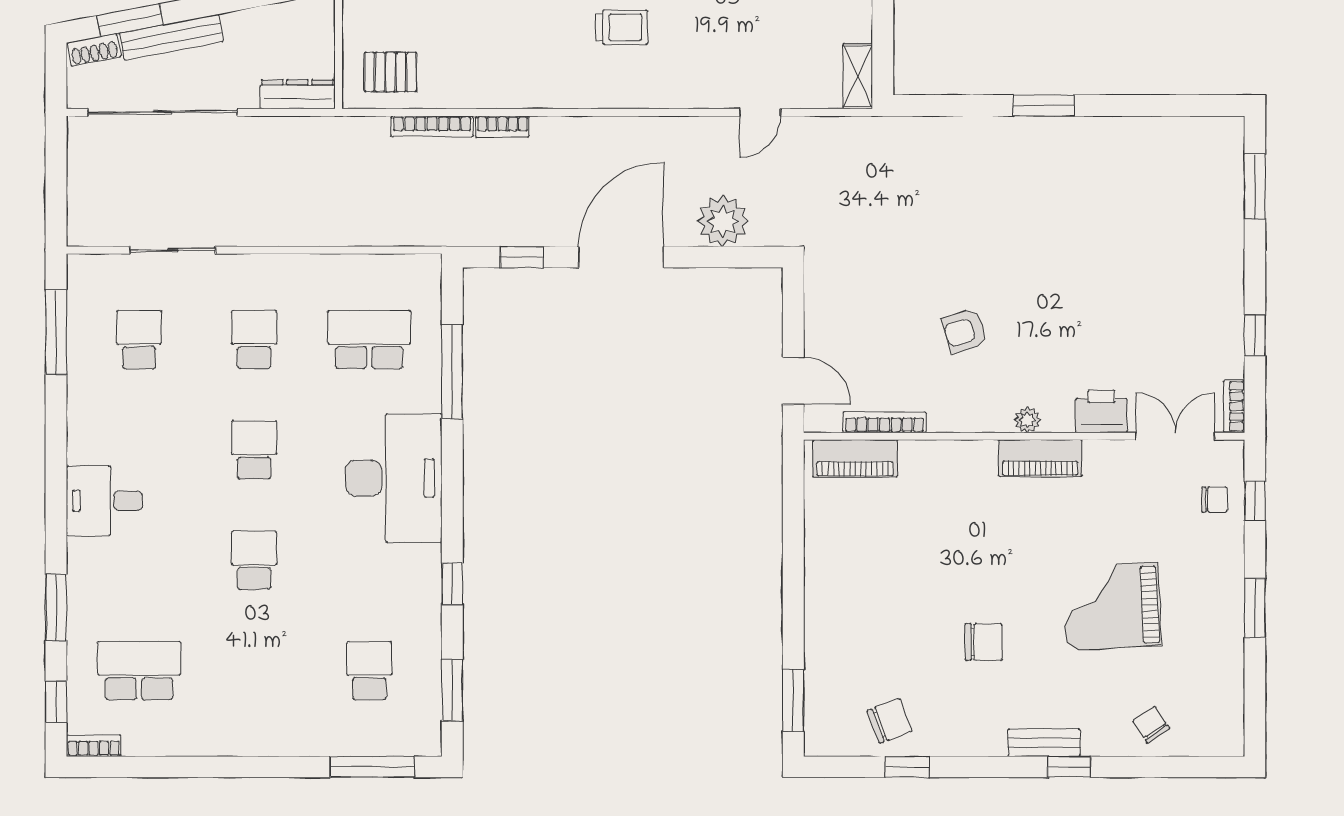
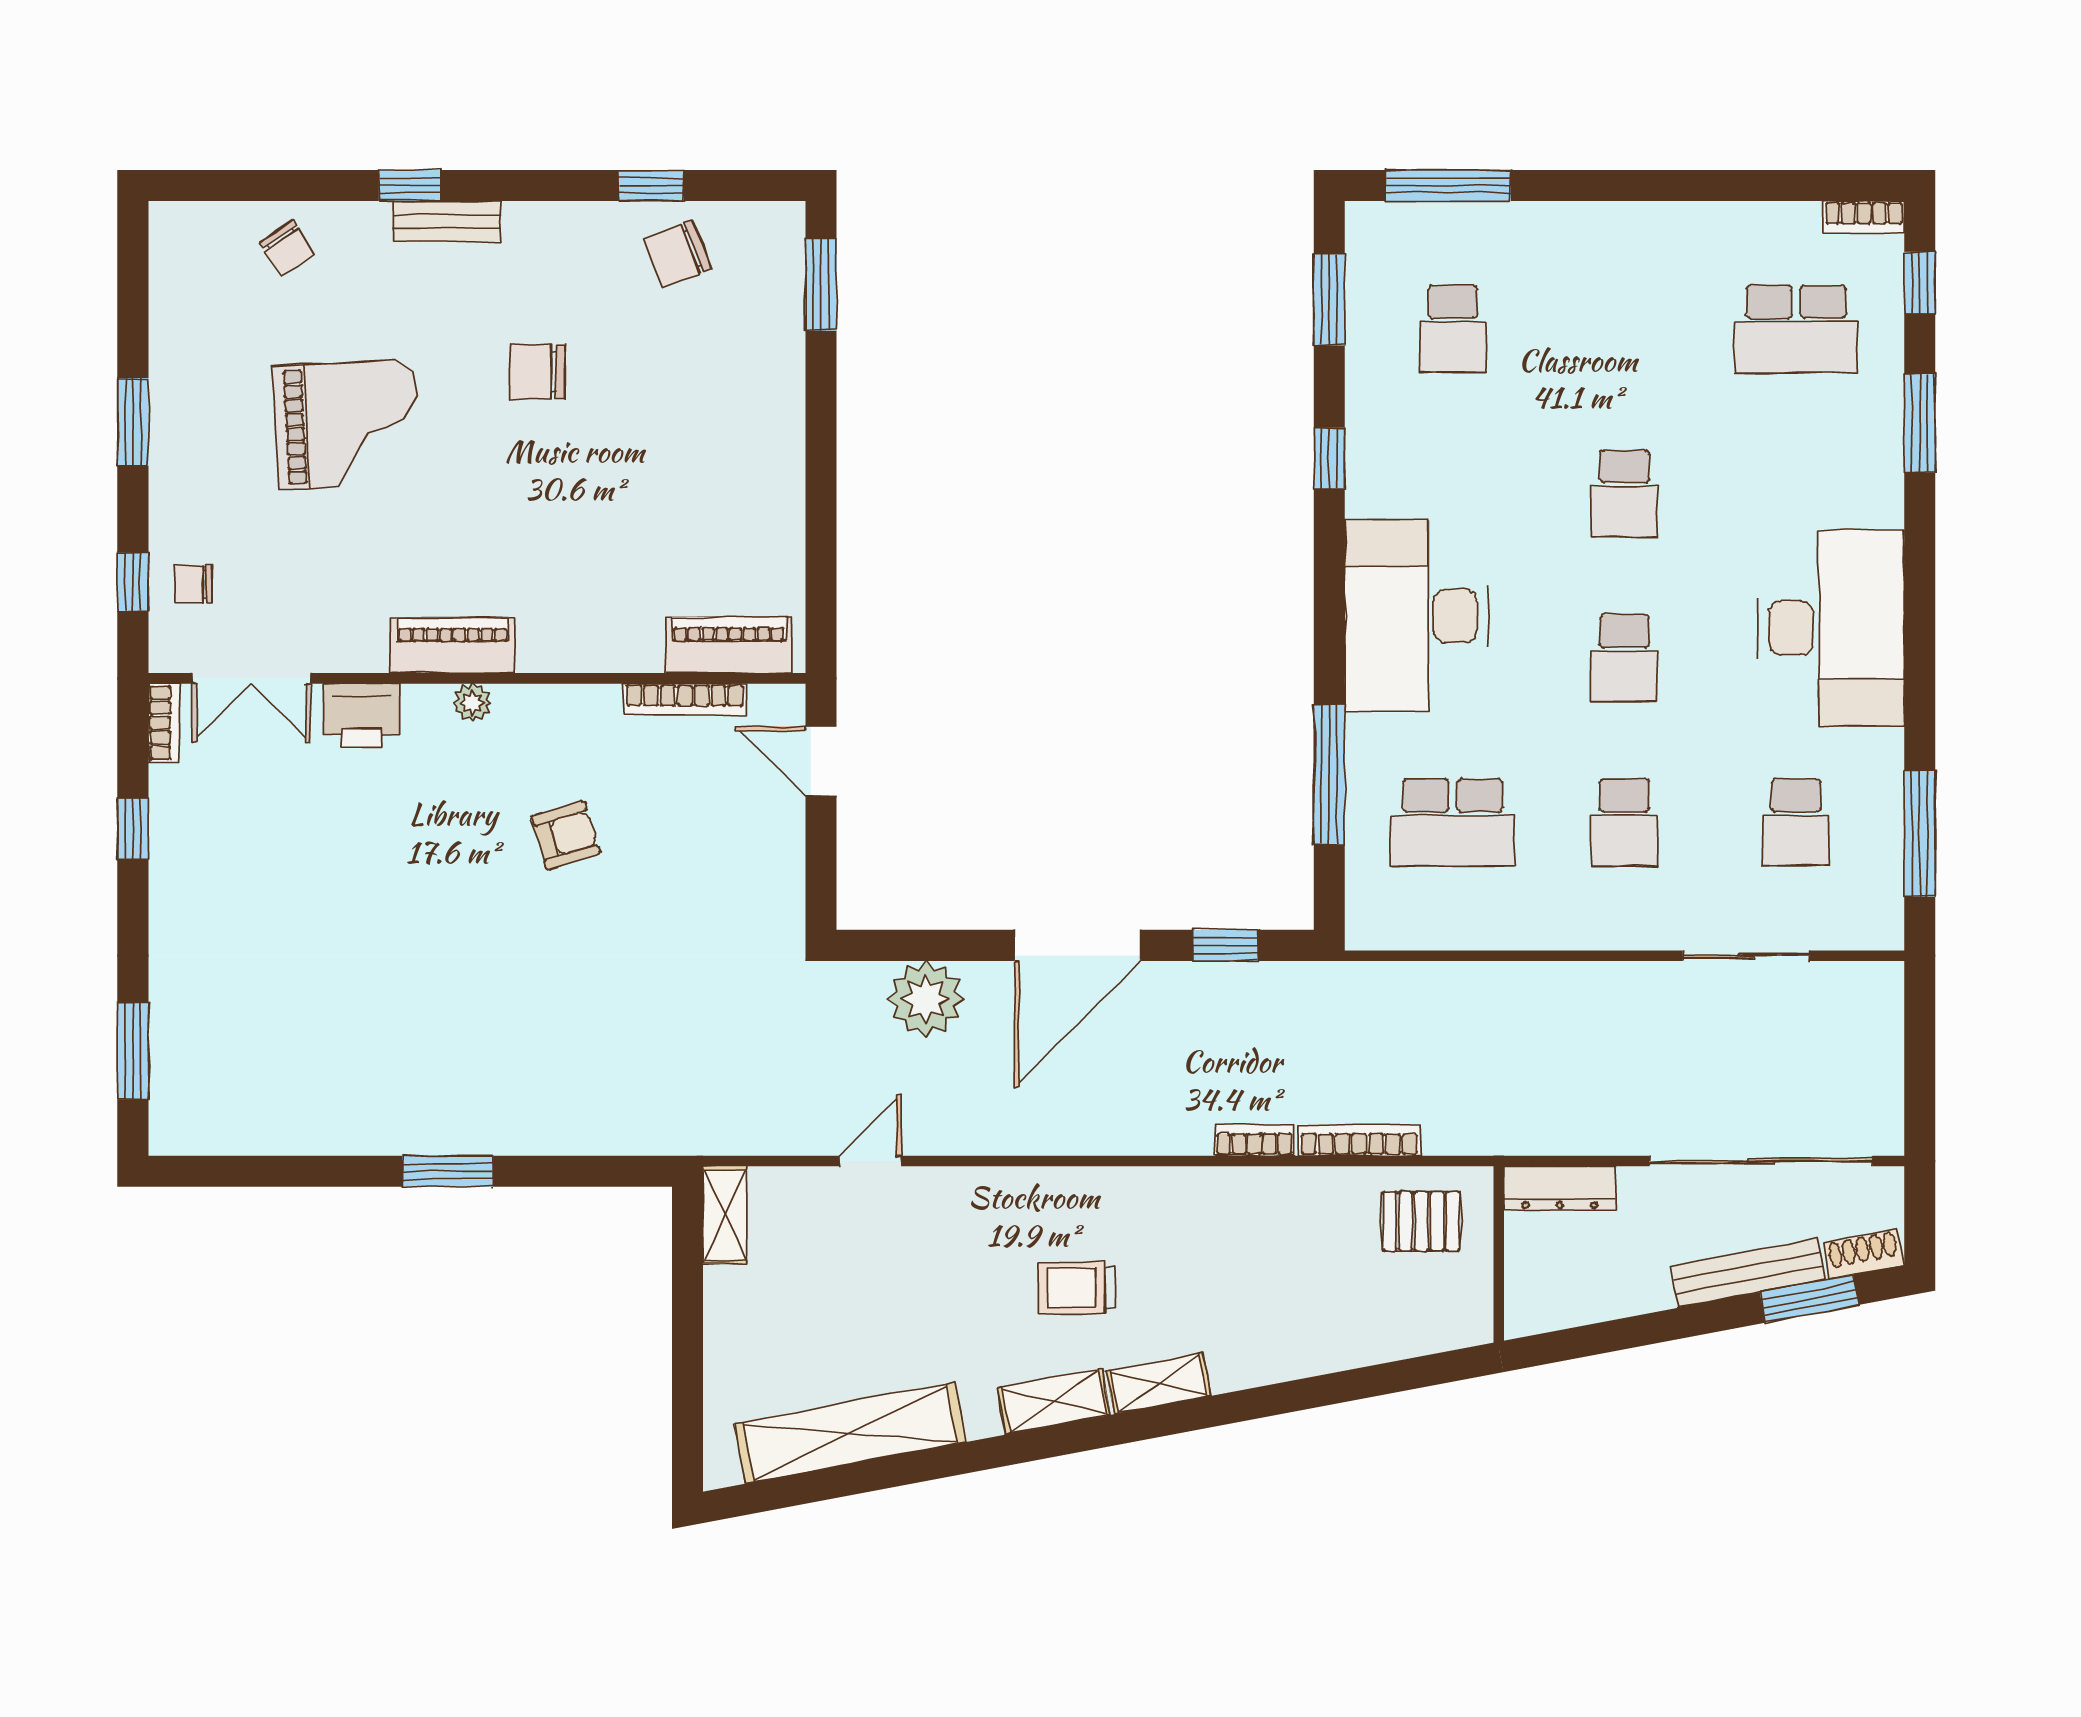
desk: (104, 501) -> (1831, 628), width x1.87, depth x1.30

